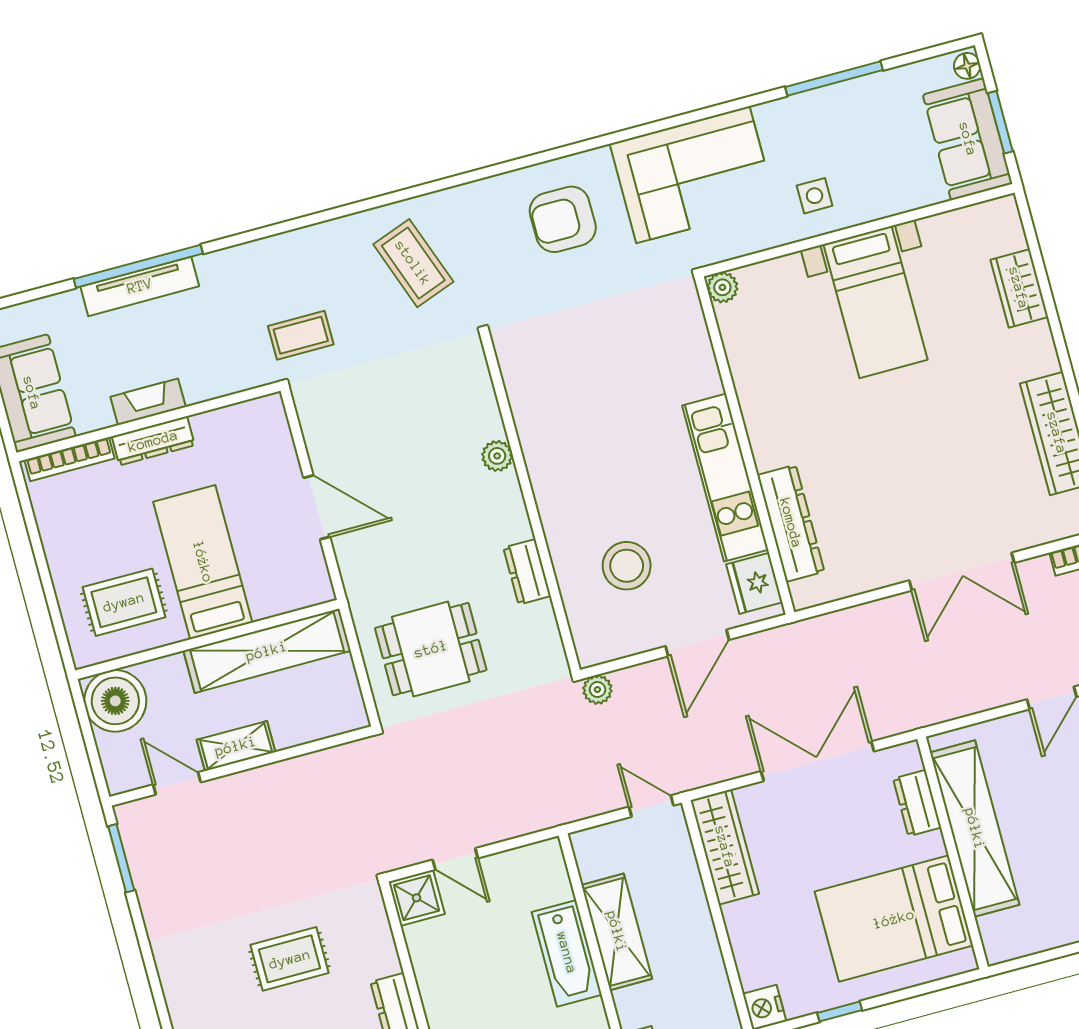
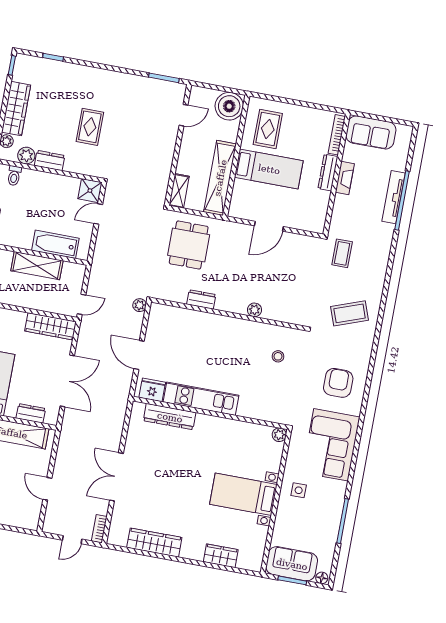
stool: (627, 566) -> (278, 356), moved, width x0.53, depth x0.53
shelving: (236, 746) -> (179, 191), moved
bathtub: (567, 953) -> (55, 244), moved

